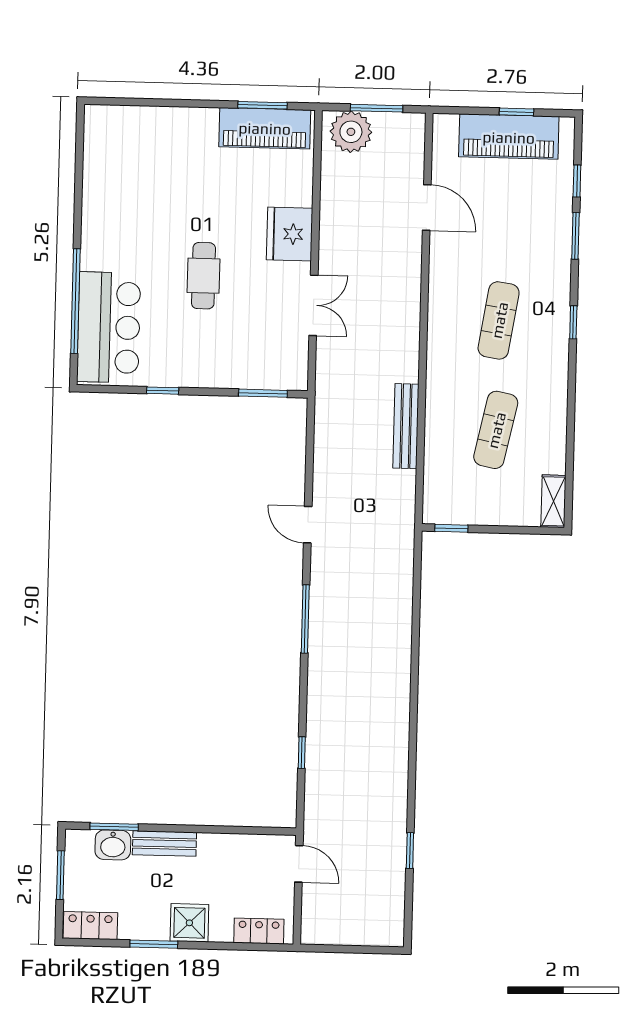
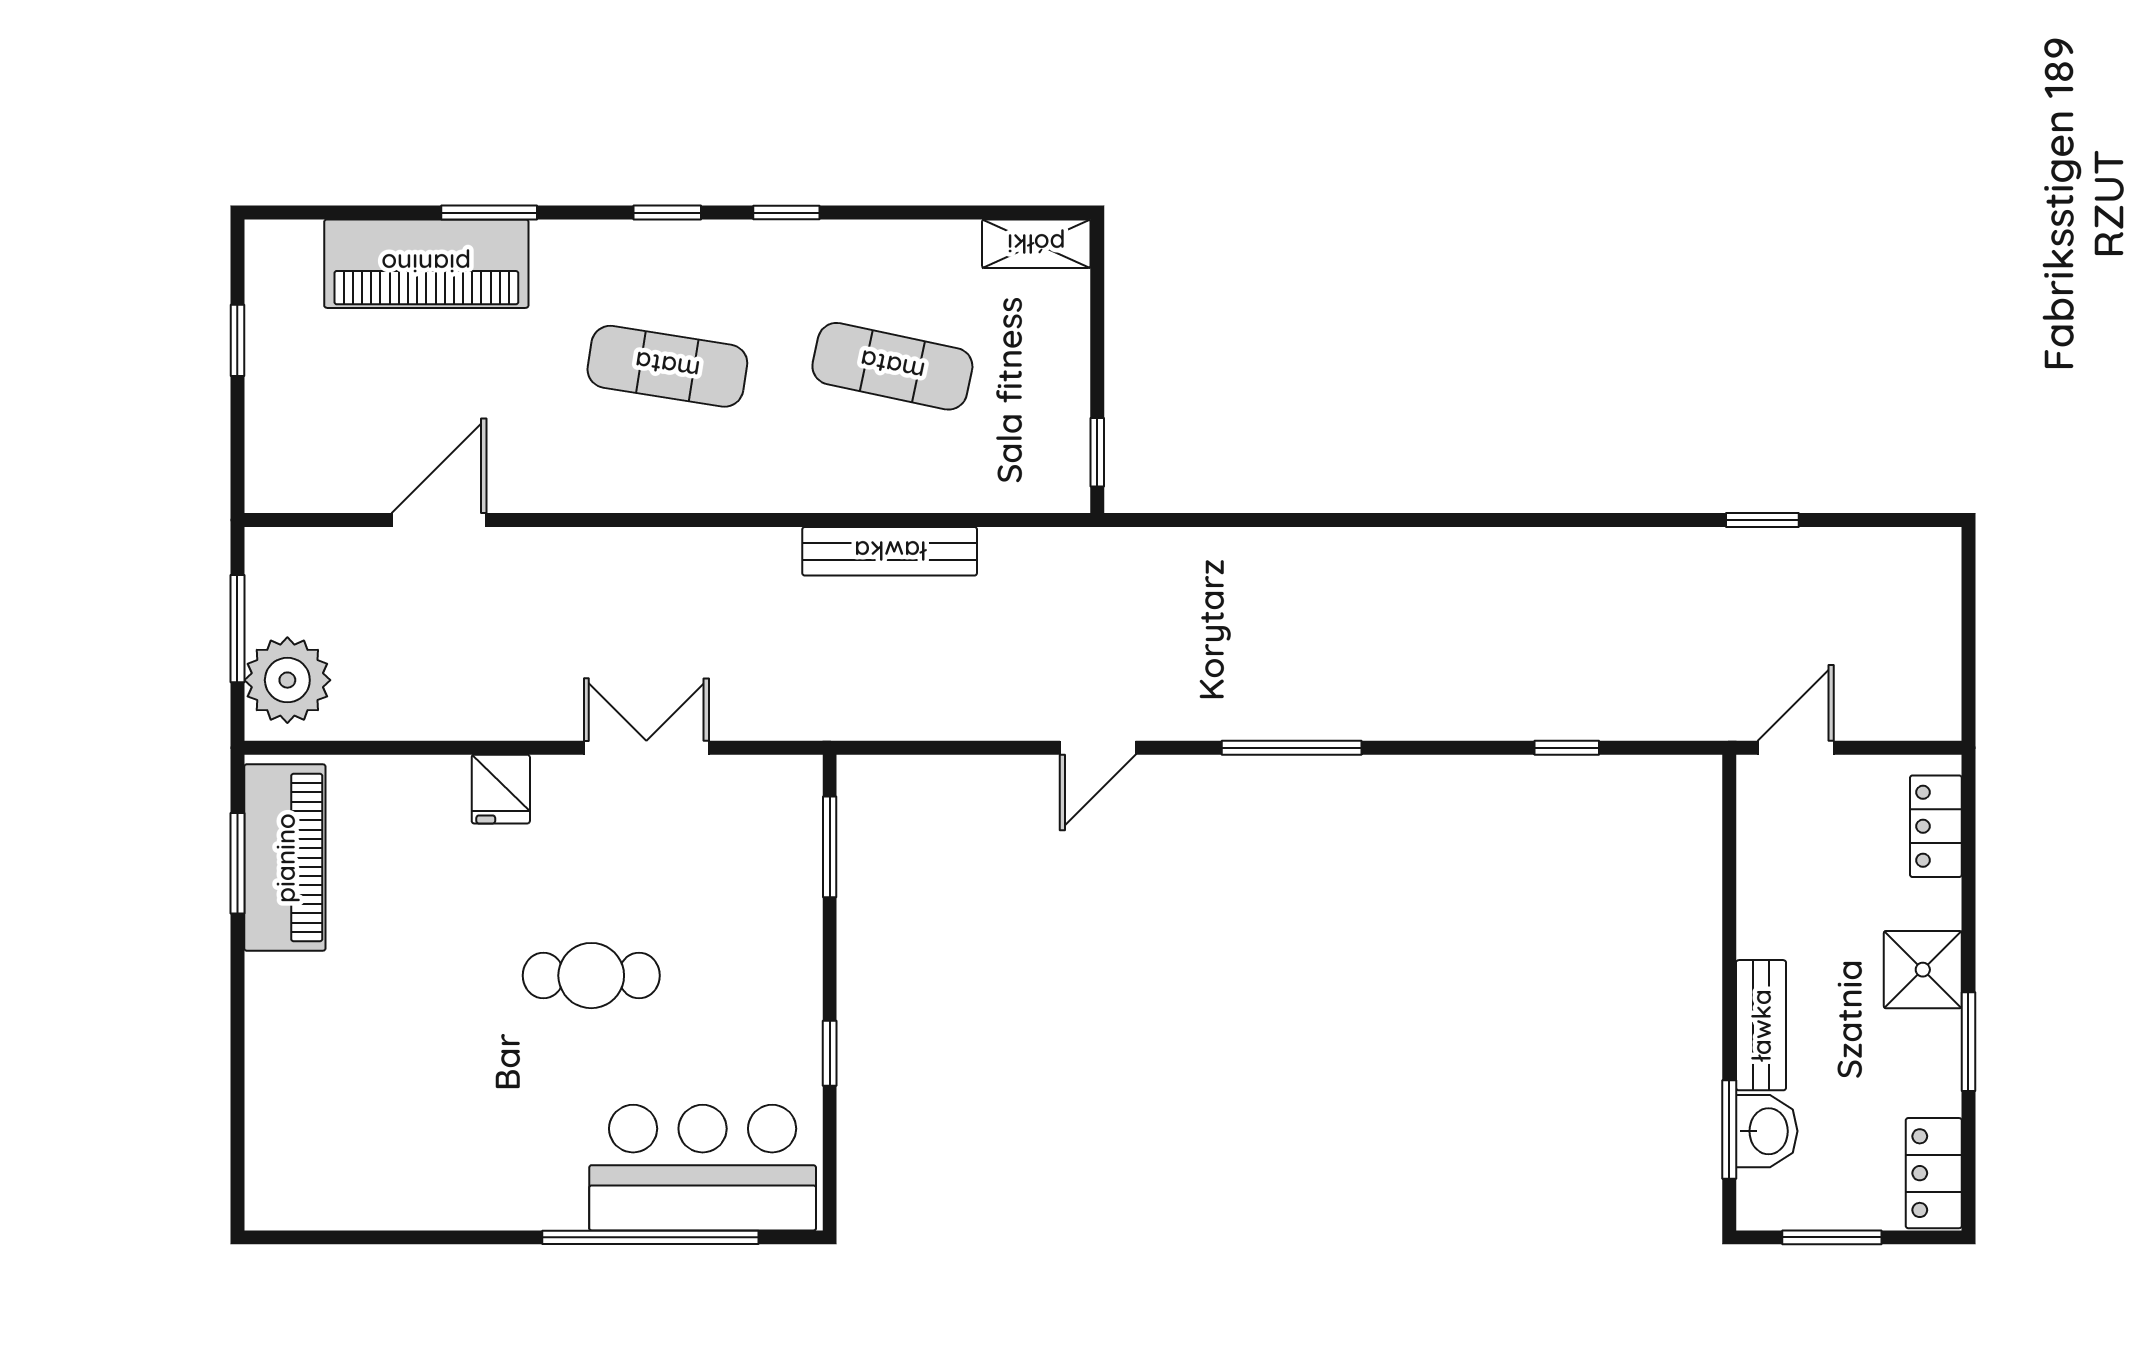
piano: (509, 137) -> (426, 264), moved, turned 90
window: (577, 181) -> (786, 213), moved
fridge: (290, 234) -> (501, 789), width x0.53, depth x0.75

